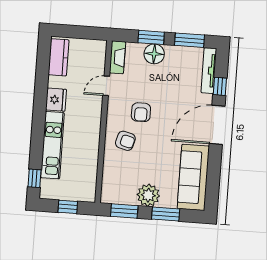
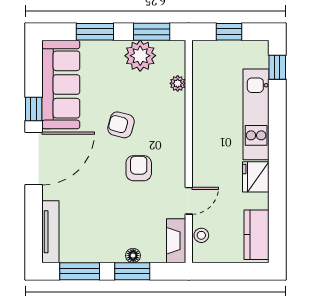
floor lamp: (154, 54) -> (133, 256), width x0.53, depth x0.53
stool: (99, 60) -> (201, 235), added
window: (220, 86) -> (34, 109), moved
armchair: (125, 141) -> (121, 125), moved
plant: (108, 172) -> (178, 83), added
plant: (148, 195) -> (140, 56), moved

